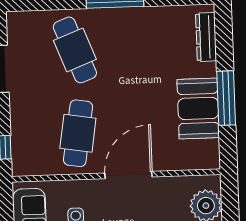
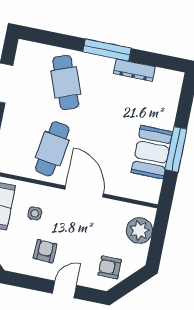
dresser: (206, 37) -> (134, 70), moved, turned -90
door: (129, 175) -> (84, 191), hinge flipped

